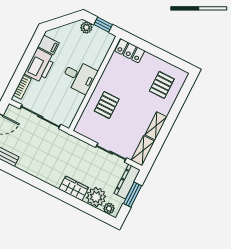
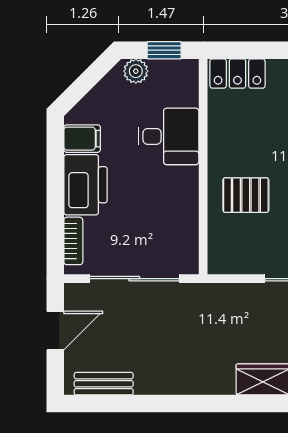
desk: (79, 77) -> (168, 136), moved
pallet: (107, 105) -> (246, 195), turned 90

